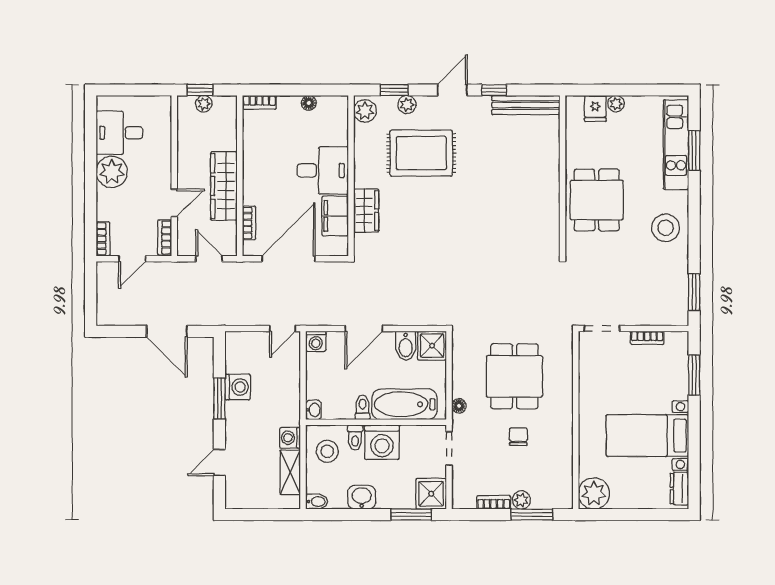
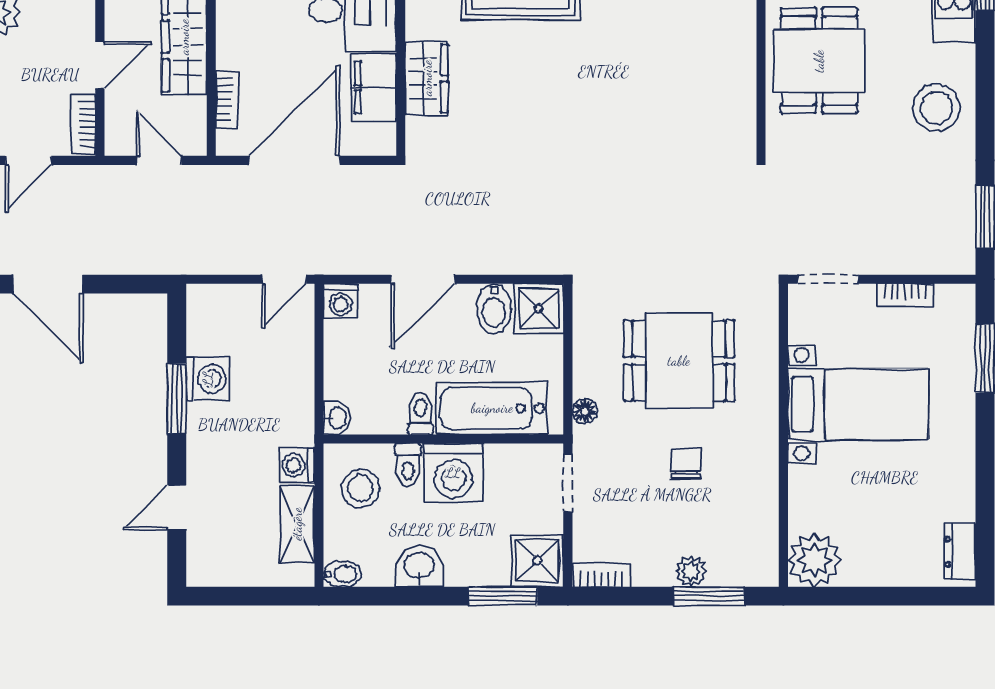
door: (167, 331) -> (48, 284), moved
dining table: (514, 376) -> (679, 361), turned 90
bed with nightstands: (647, 436) -> (858, 404), moved, turned 180
bookcase: (494, 502) -> (601, 575), moved

